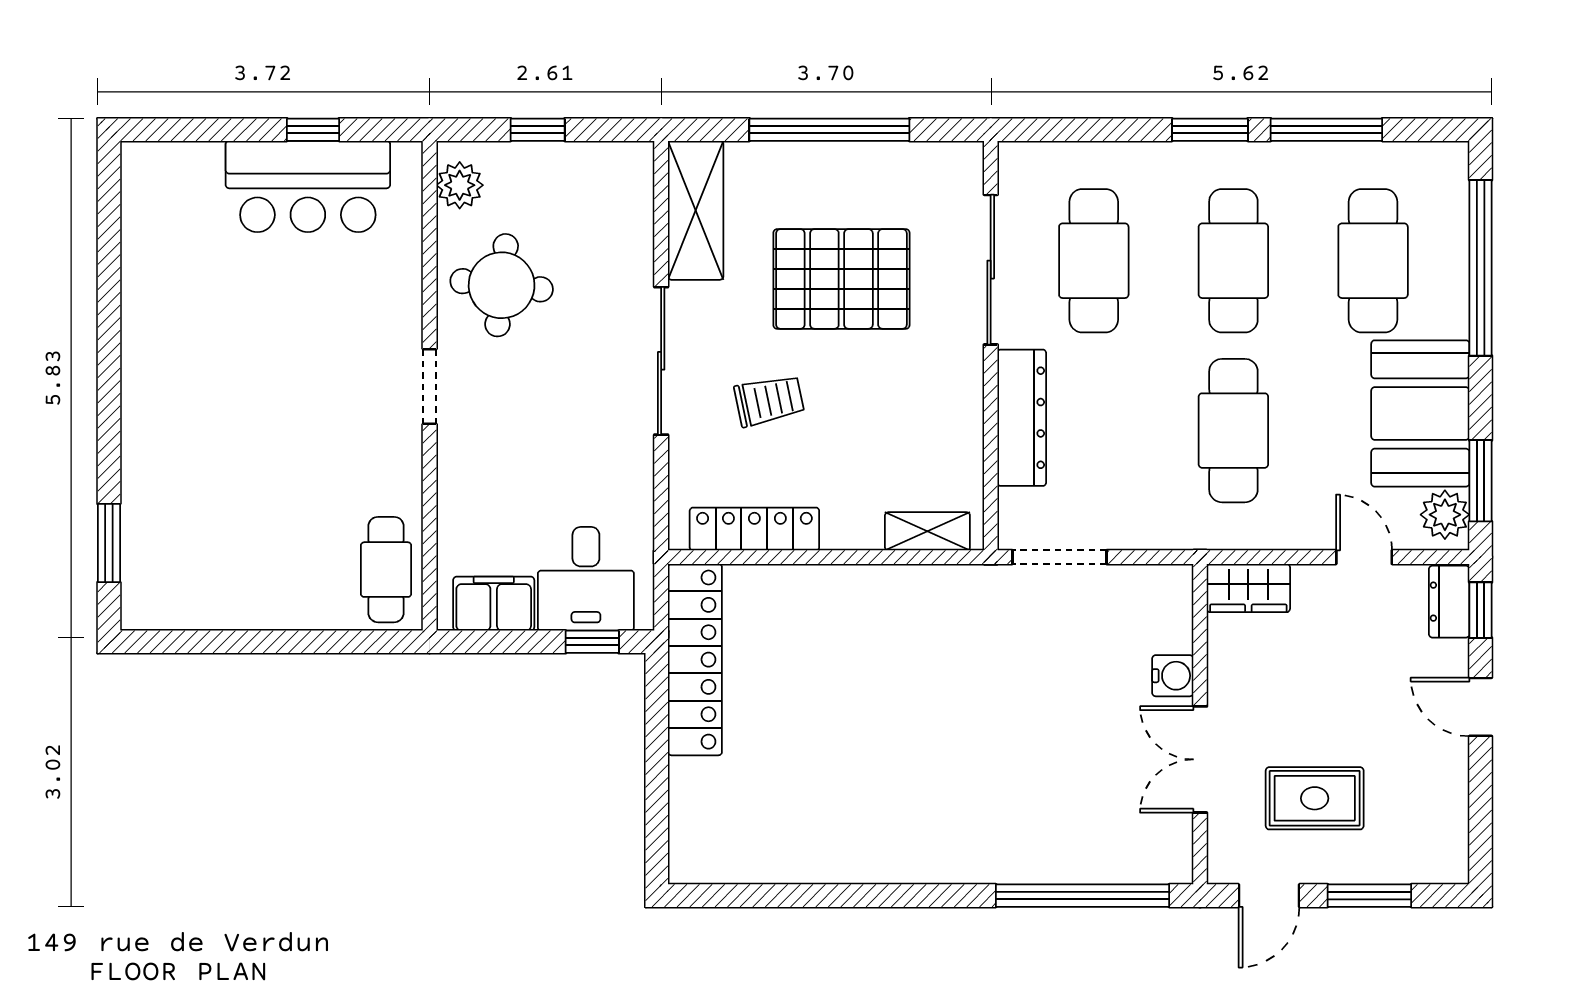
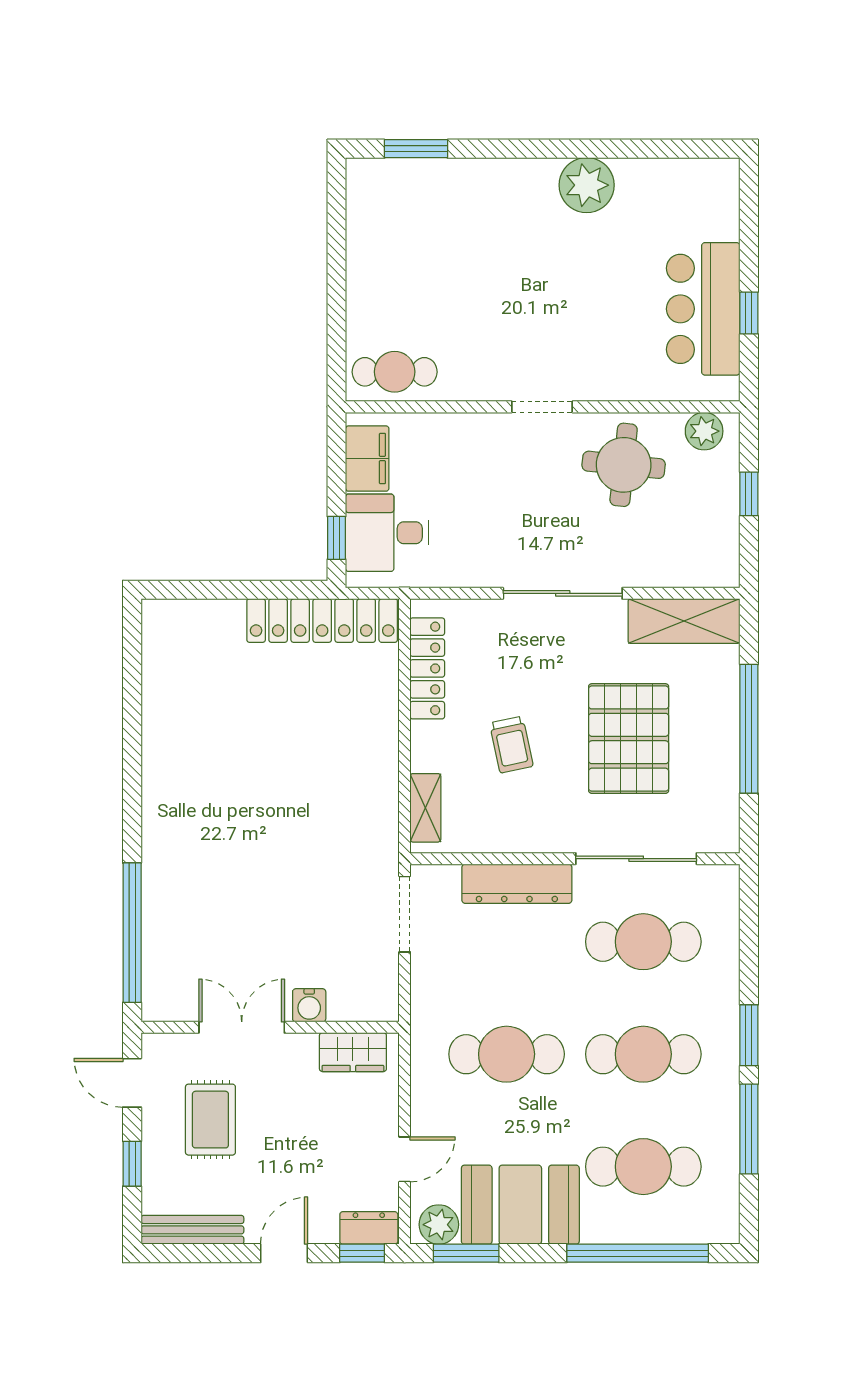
plant: (154, 331) -> (587, 185), added
trolley: (769, 400) -> (511, 745), moved
wardrobe: (1248, 588) -> (353, 1052), moved, turned -90
bench: (1452, 821) -> (192, 1230), added
window: (1369, 896) -> (132, 1164), width x0.67

